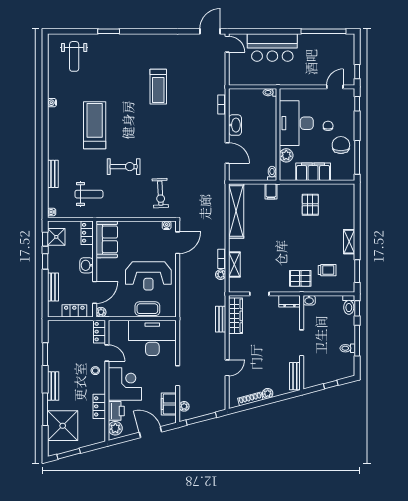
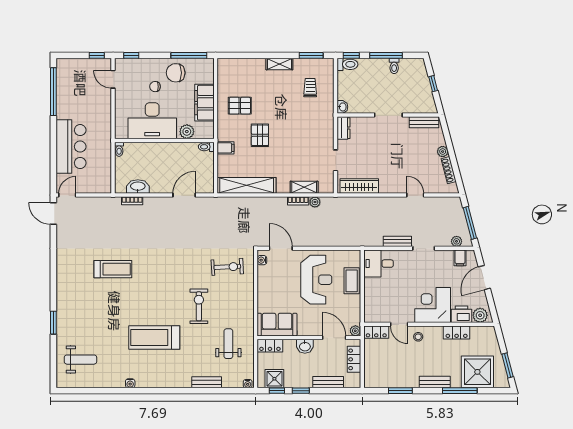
washbasin: (235, 125) -> (138, 187), moved
pallet: (300, 278) -> (260, 135), moved
bench: (221, 319) -> (397, 241), moved
desk: (152, 338) -> (379, 264), width x0.53, depth x0.77
door: (107, 353) -> (399, 324), swing flipped
filing cabinet: (169, 404) -> (460, 258), width x0.50

